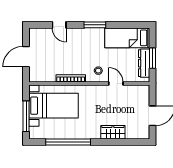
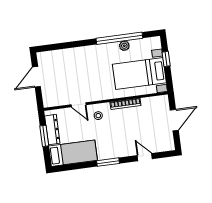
window: (26, 116) -> (166, 59), width x0.46
wardrobe: (113, 132) -> (75, 54), removed
plant: (64, 134) -> (124, 46), added

